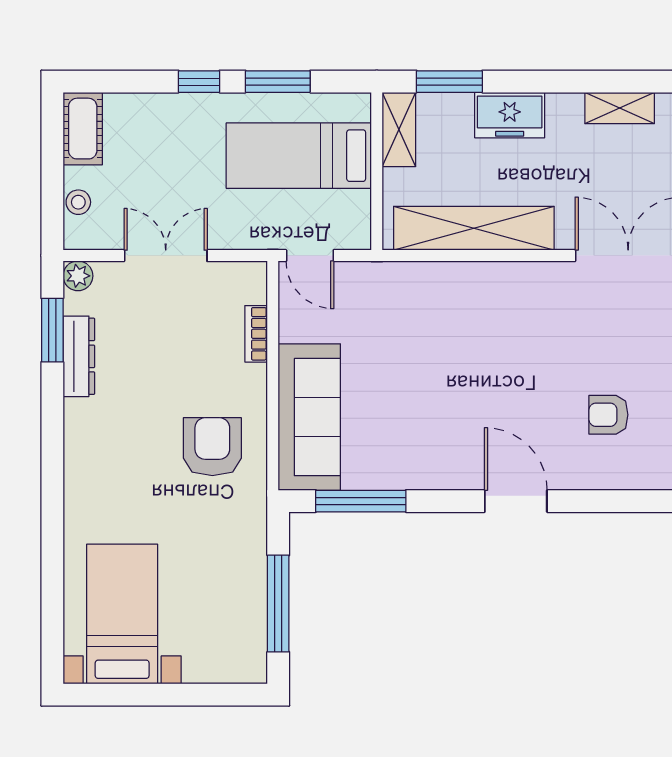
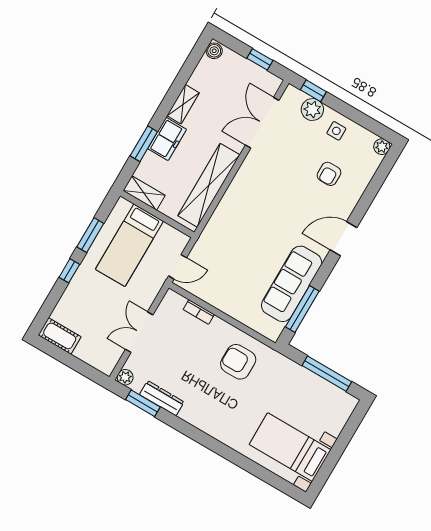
window: (449, 82) -> (144, 144), moved
shelving: (620, 108) -> (183, 104), moved
stool: (78, 202) -> (92, 358), removed
sofa: (309, 417) -> (292, 284), moved, turned -90

